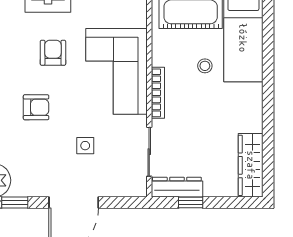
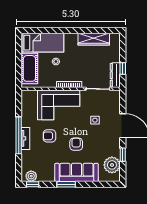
wardrobe: (251, 165) -> (94, 39), moved

